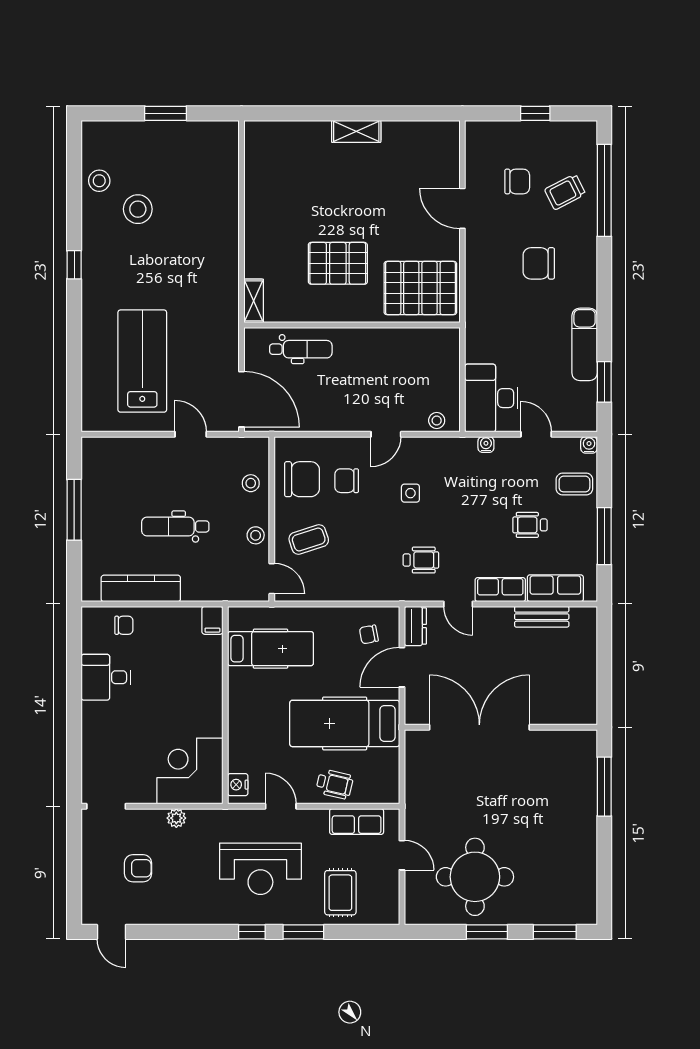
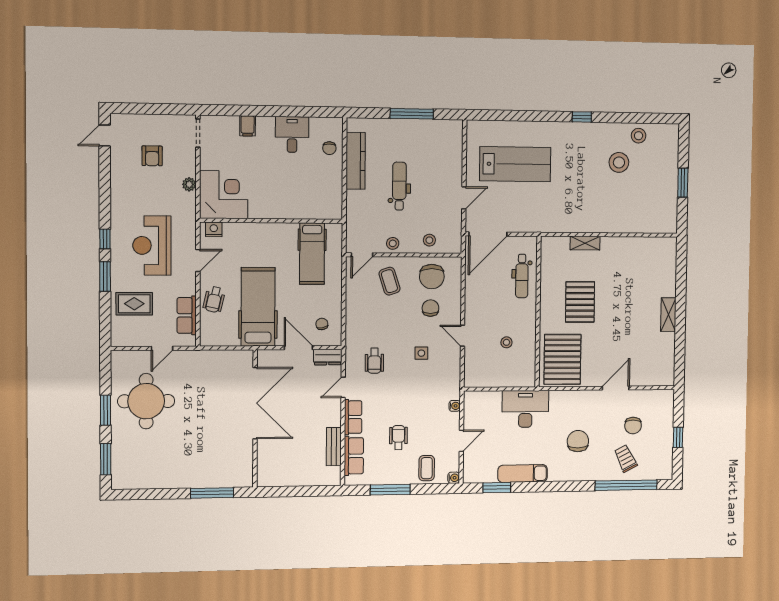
shelving: (254, 301) -> (585, 243), moved
desk: (491, 398) -> (525, 409), moved
stool: (437, 421) -> (506, 342), moved
filing cabinet: (212, 620) -> (248, 126), moved, turned -90

